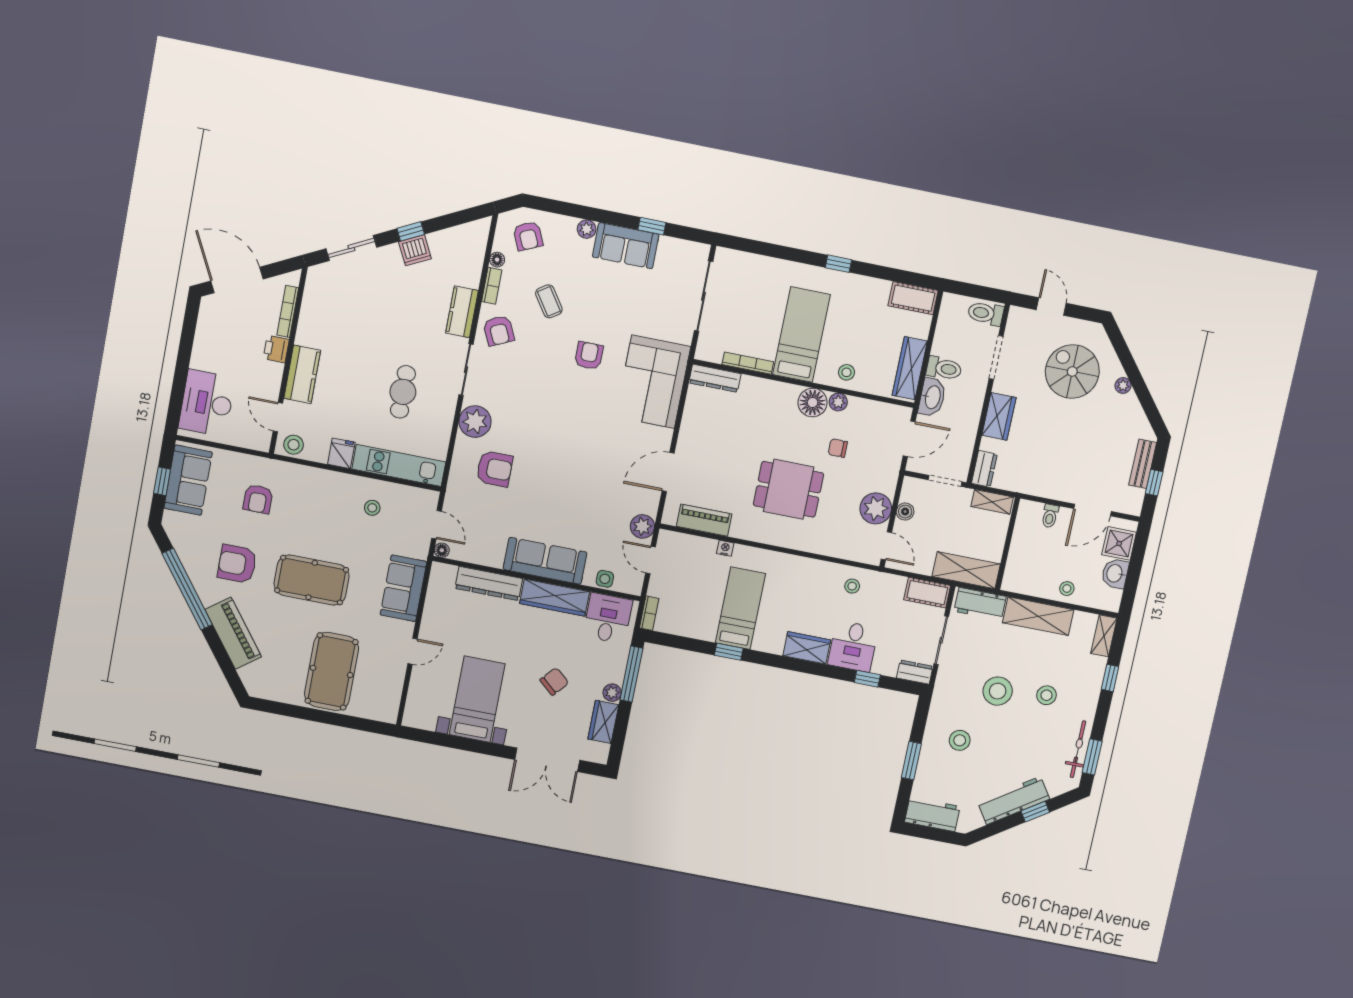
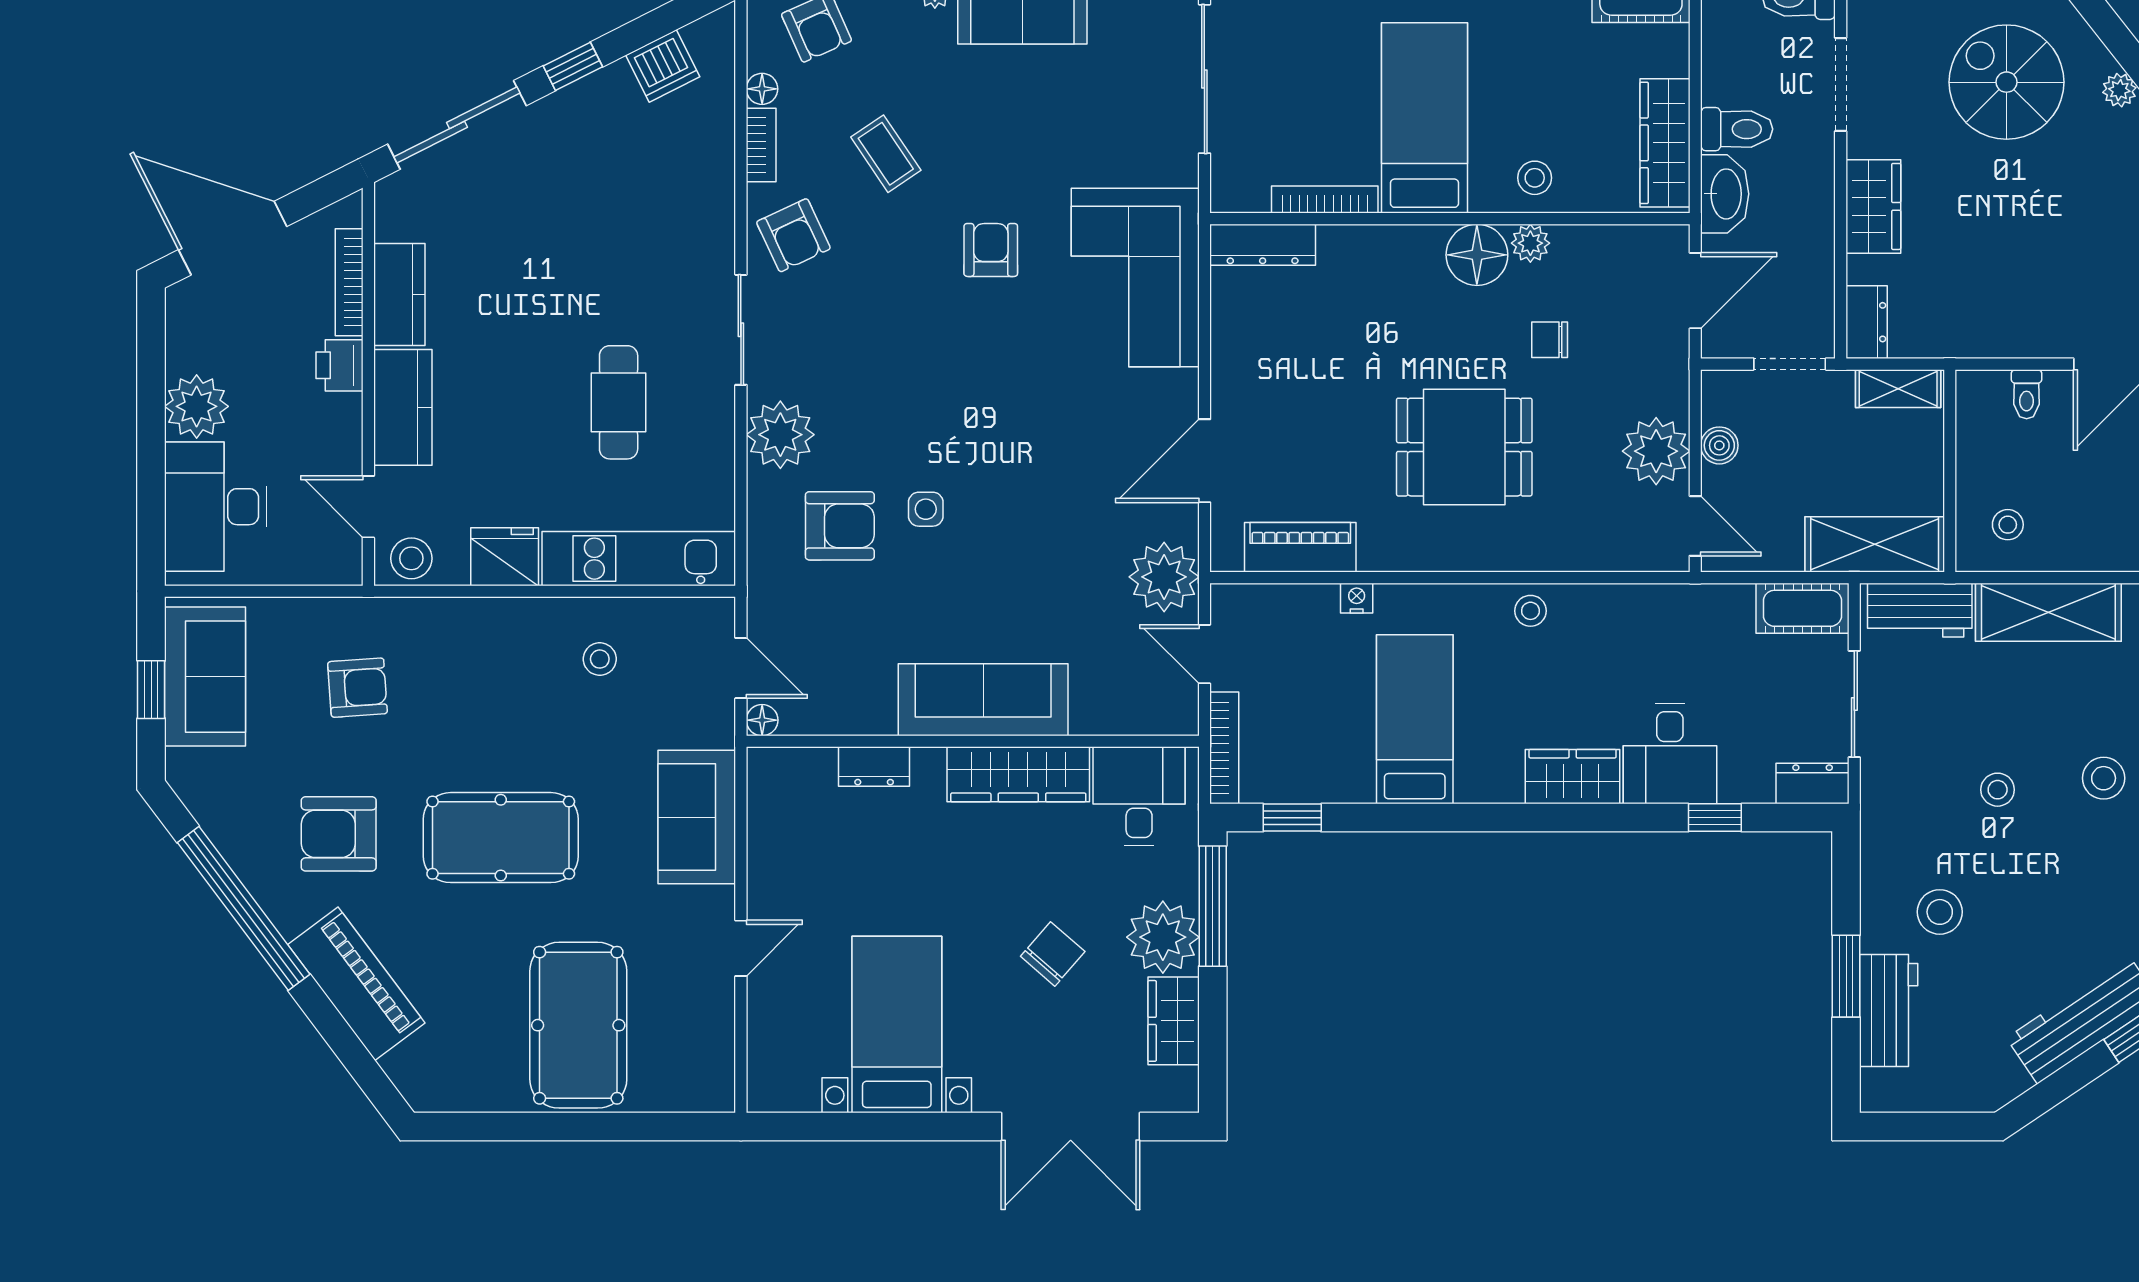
sliding door: (351, 248) -> (457, 125), width x1.37
dishwasher: (415, 250) -> (663, 66), moved
kitchen counter: (462, 312) -> (399, 294), moved, turned 180
plant: (206, 355) -> (197, 406), added
fridge: (341, 453) -> (505, 557), width x1.38
armchair: (258, 499) -> (358, 688), turned -94
plant: (642, 526) -> (1164, 577), width x1.36, depth x1.36
side table: (605, 579) -> (926, 509), moved
dresser: (489, 583) -> (874, 767), width x0.51, depth x0.80
stool: (852, 586) -> (1530, 611), moved
stool: (1067, 589) -> (2008, 525), moved
bookcase: (649, 613) -> (1224, 748), width x1.56
window: (729, 652) -> (1292, 818), moved
stool: (998, 691) -> (1998, 790), width x0.53, depth x0.53
plant: (612, 693) -> (1163, 937), width x1.88, depth x1.88
workbench: (932, 814) -> (1889, 1010), moved, turned 90

